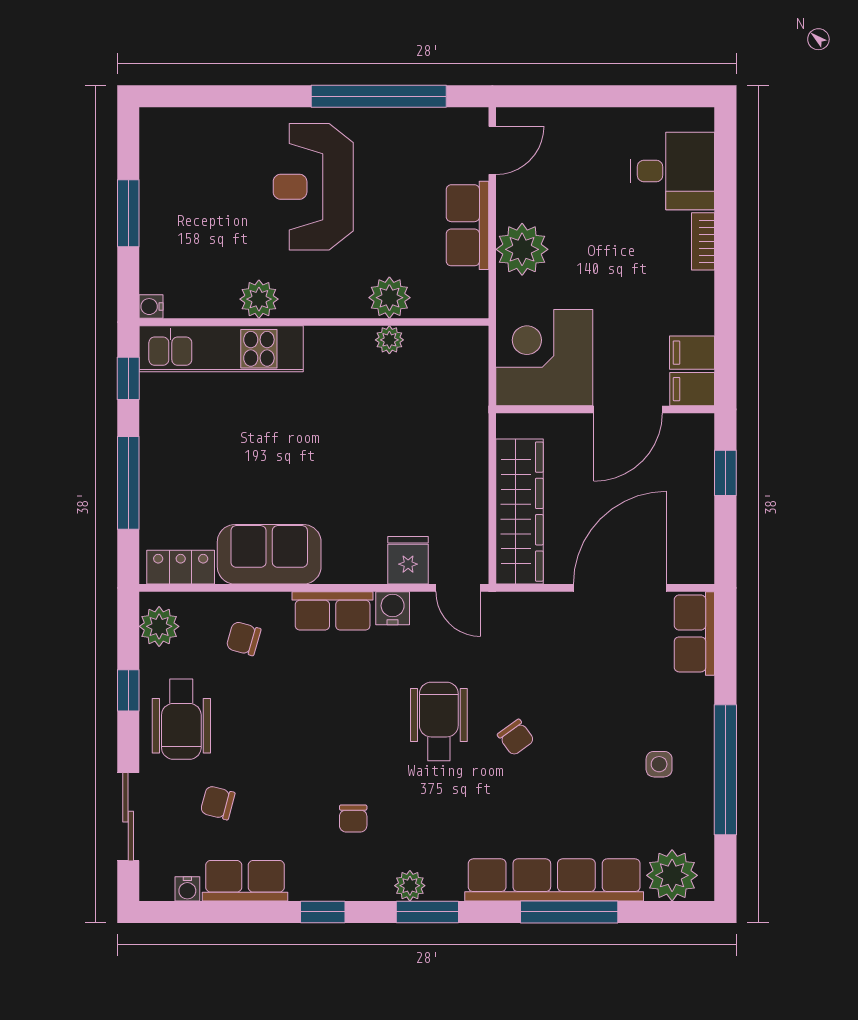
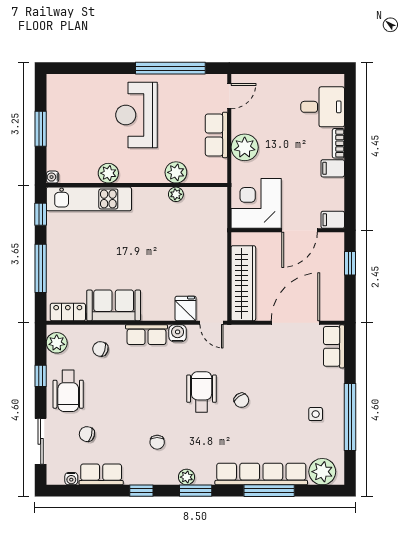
filing cabinet: (692, 353) -> (333, 168), moved

